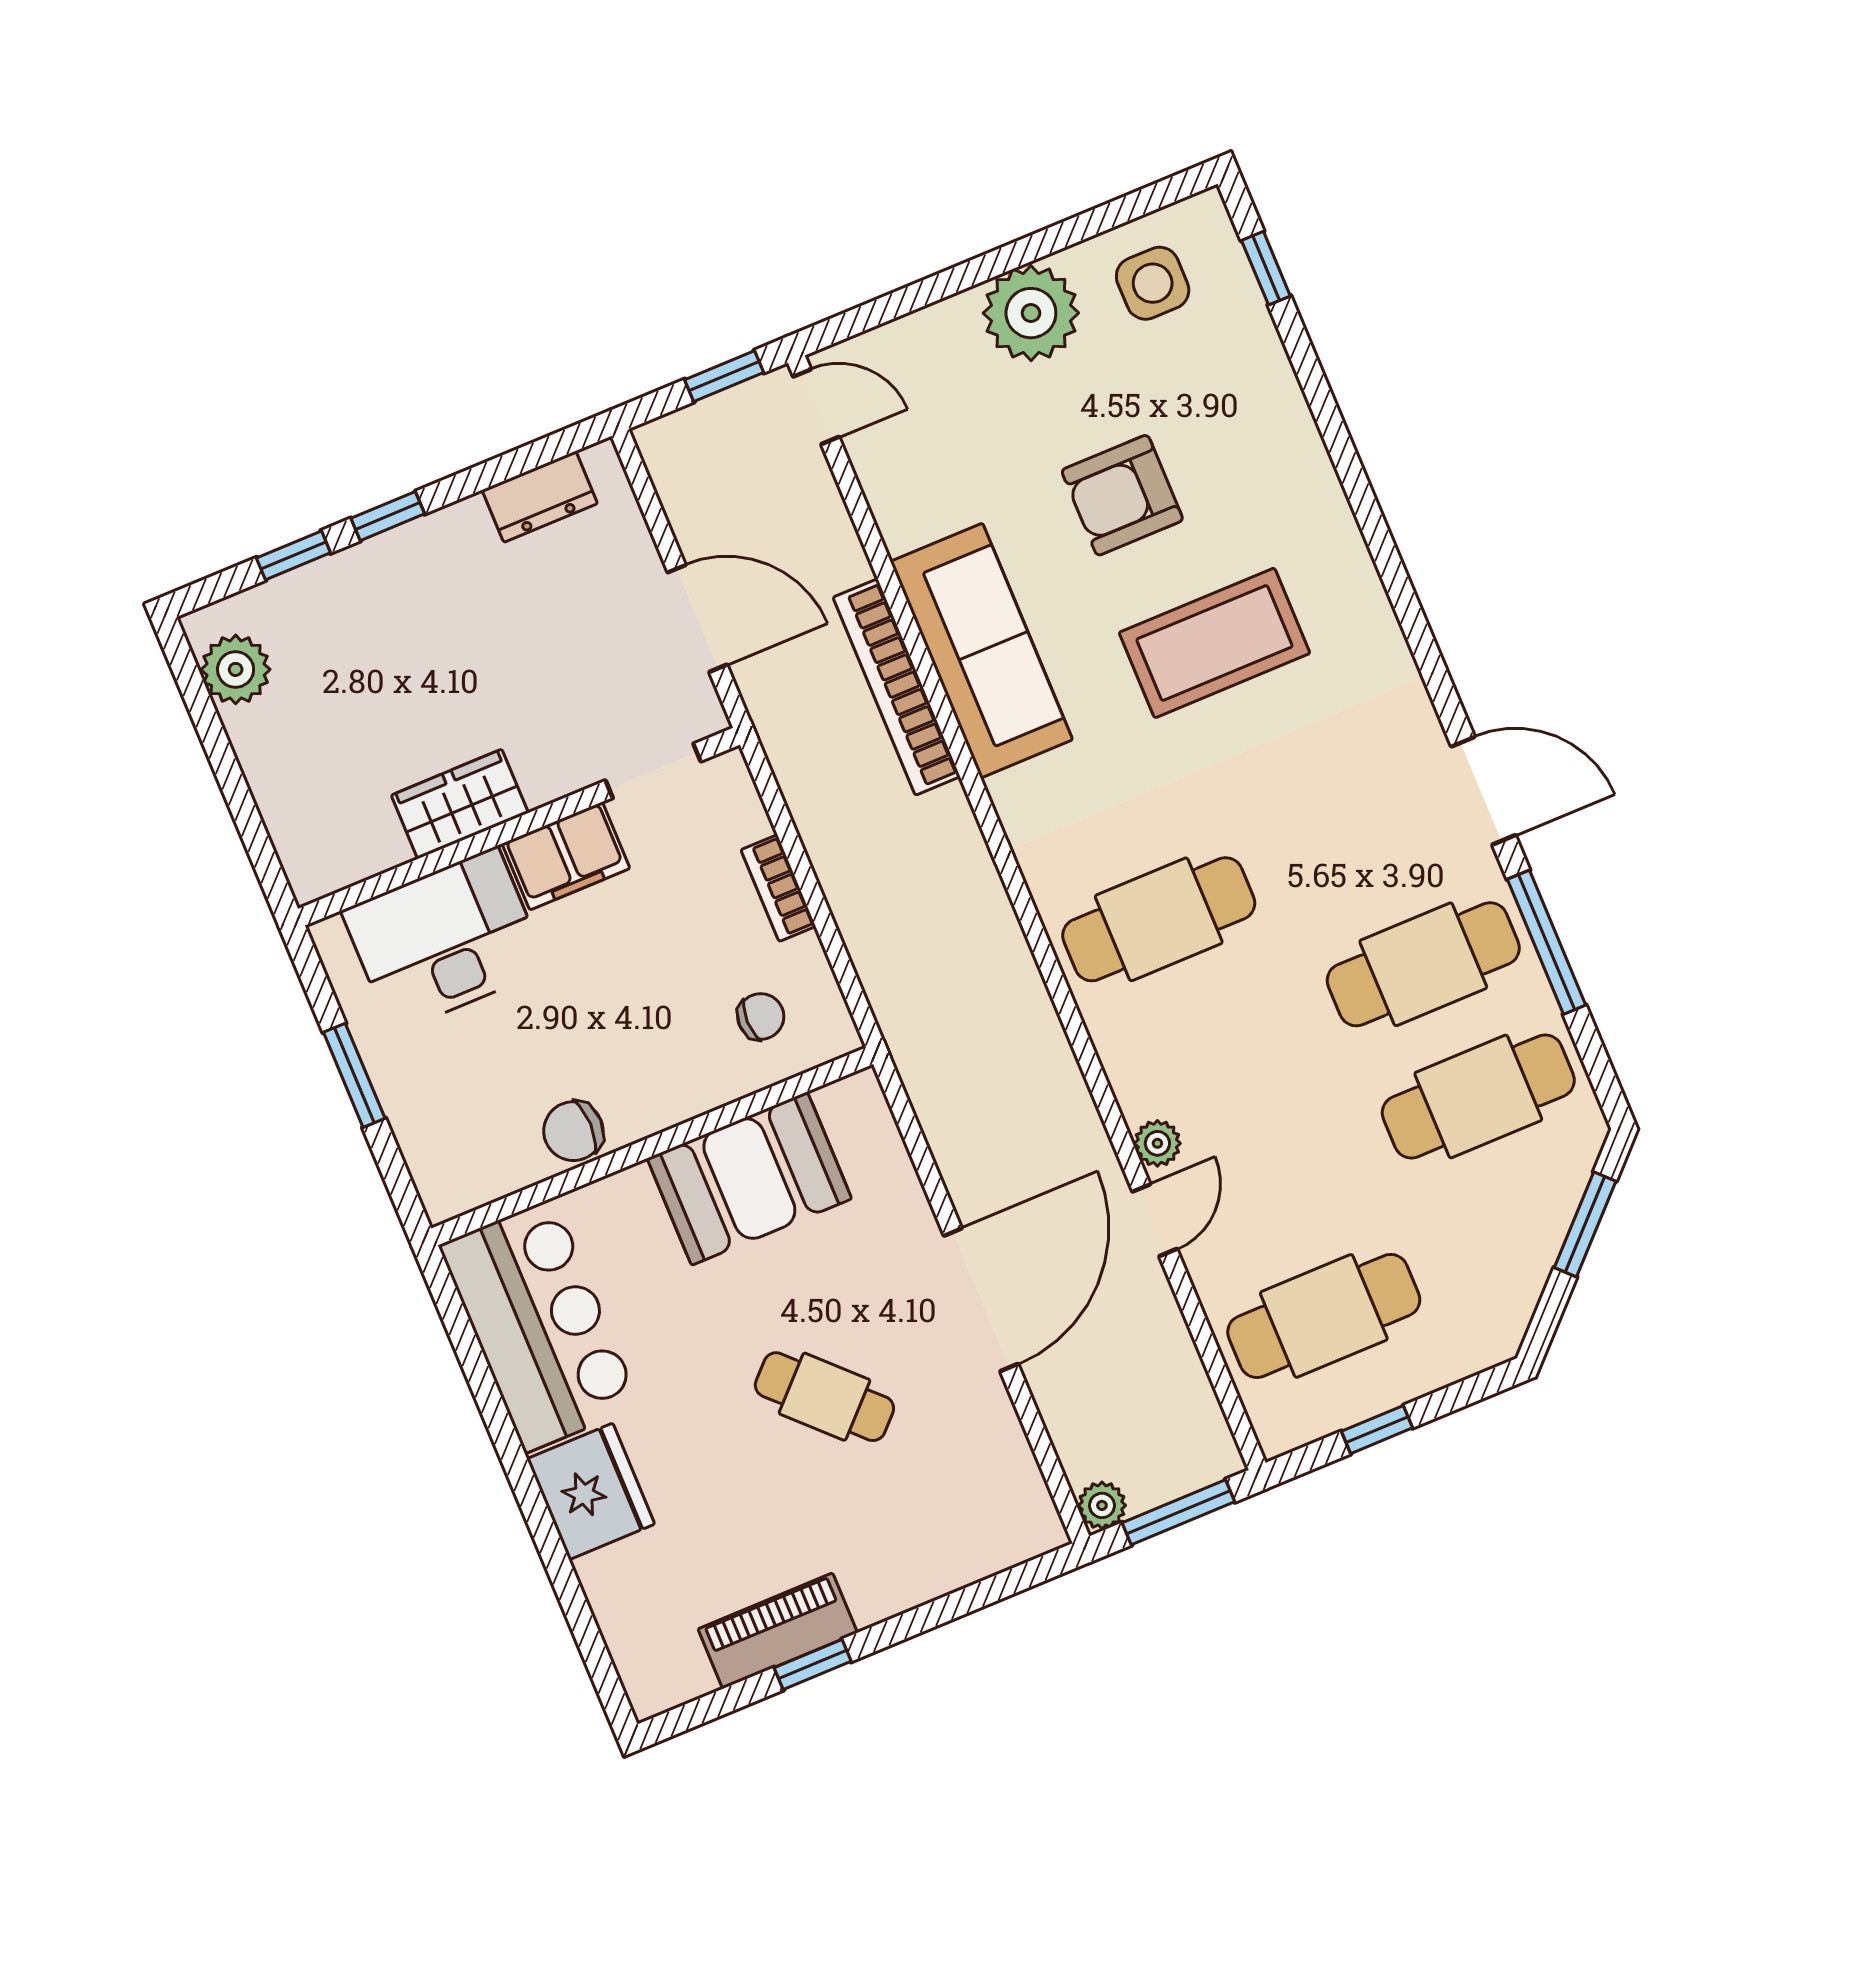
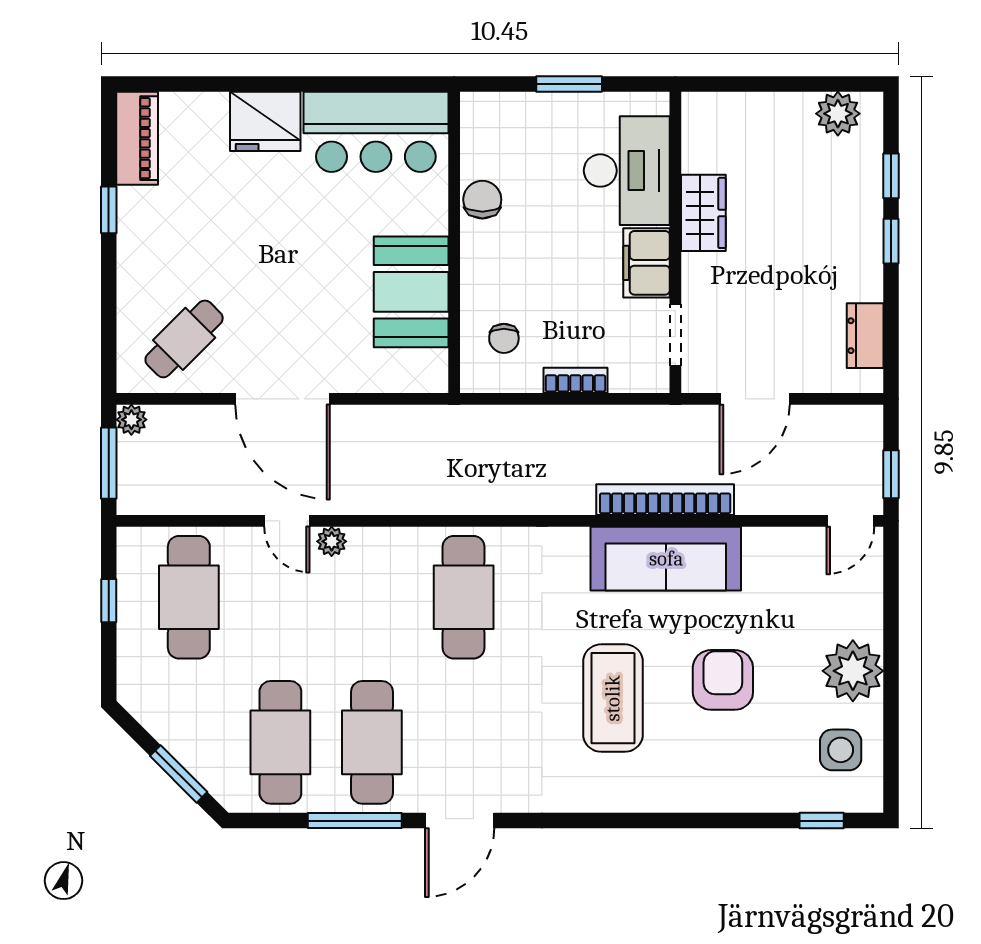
cafe table: (824, 1397) -> (184, 339), moved
piano: (778, 1631) -> (137, 138), moved

